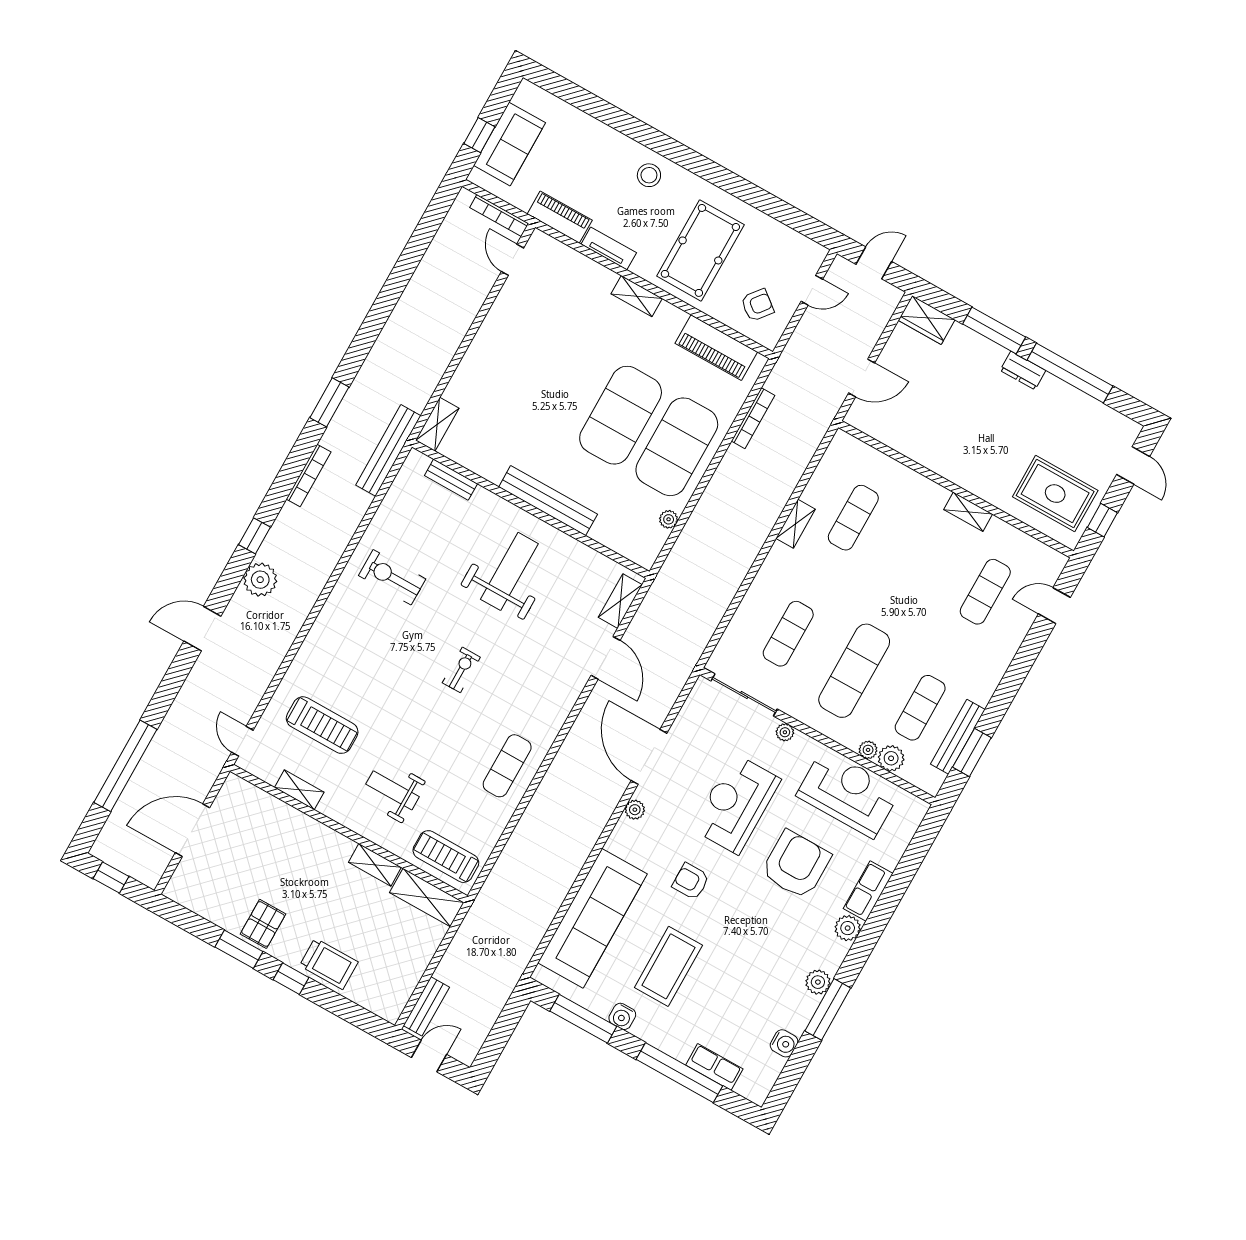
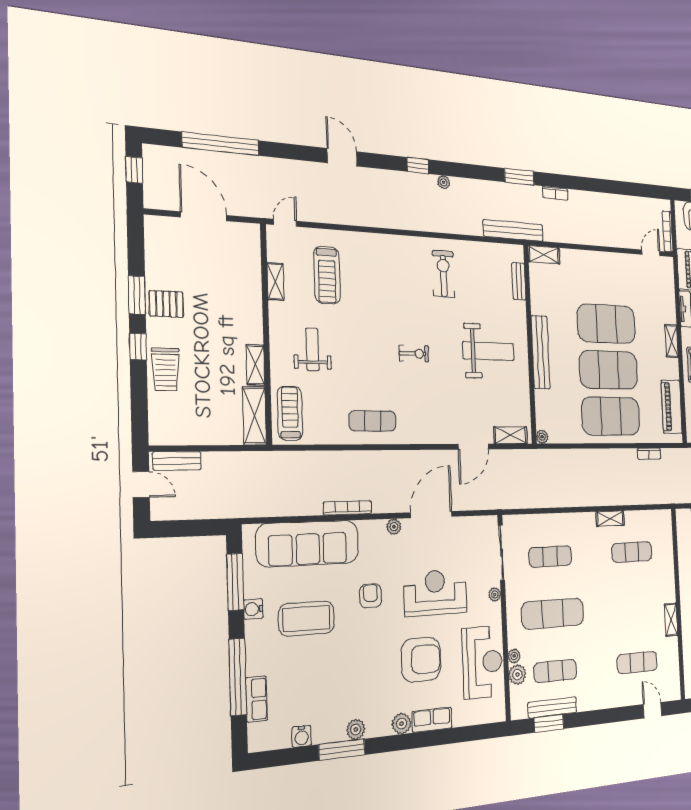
exercise mat: (564, 384) -> (606, 324), added
bookcase: (753, 418) -> (649, 454), width x0.64
bookcase: (309, 476) -> (555, 193), moved, width x0.64
plant: (669, 519) -> (542, 437), moved
plant: (260, 580) -> (444, 182), moved, width x0.53, depth x0.53
bookcase: (582, 851) -> (348, 508), added

